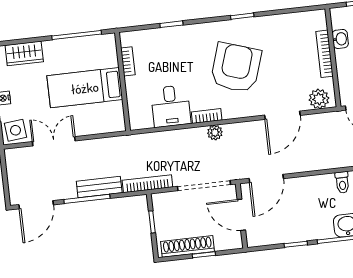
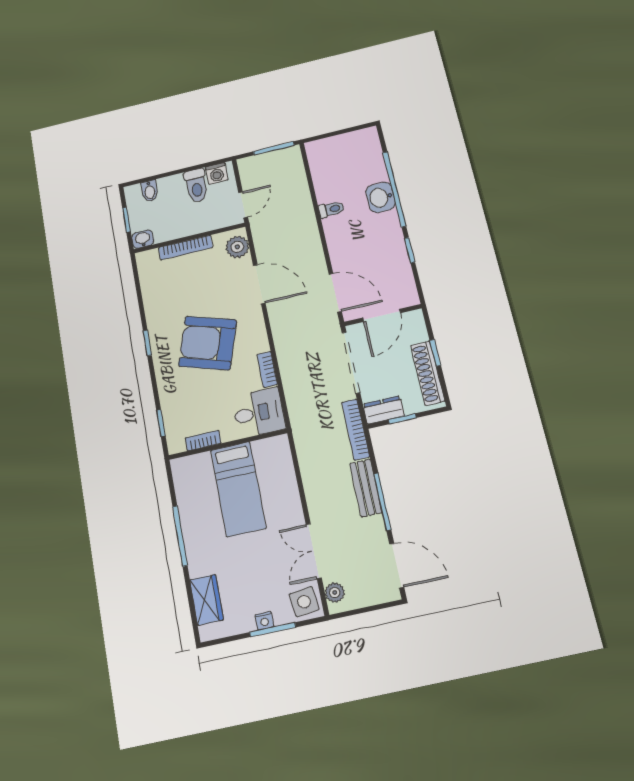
washbasin: (340, 39) -> (143, 239), moved
bookcase: (128, 61) -> (203, 441), moved
wall: (123, 82) -> (228, 444), moved
bed: (85, 88) -> (238, 489), moved
plant: (215, 133) -> (335, 593), moved
dresser: (161, 208) -> (384, 410), added

